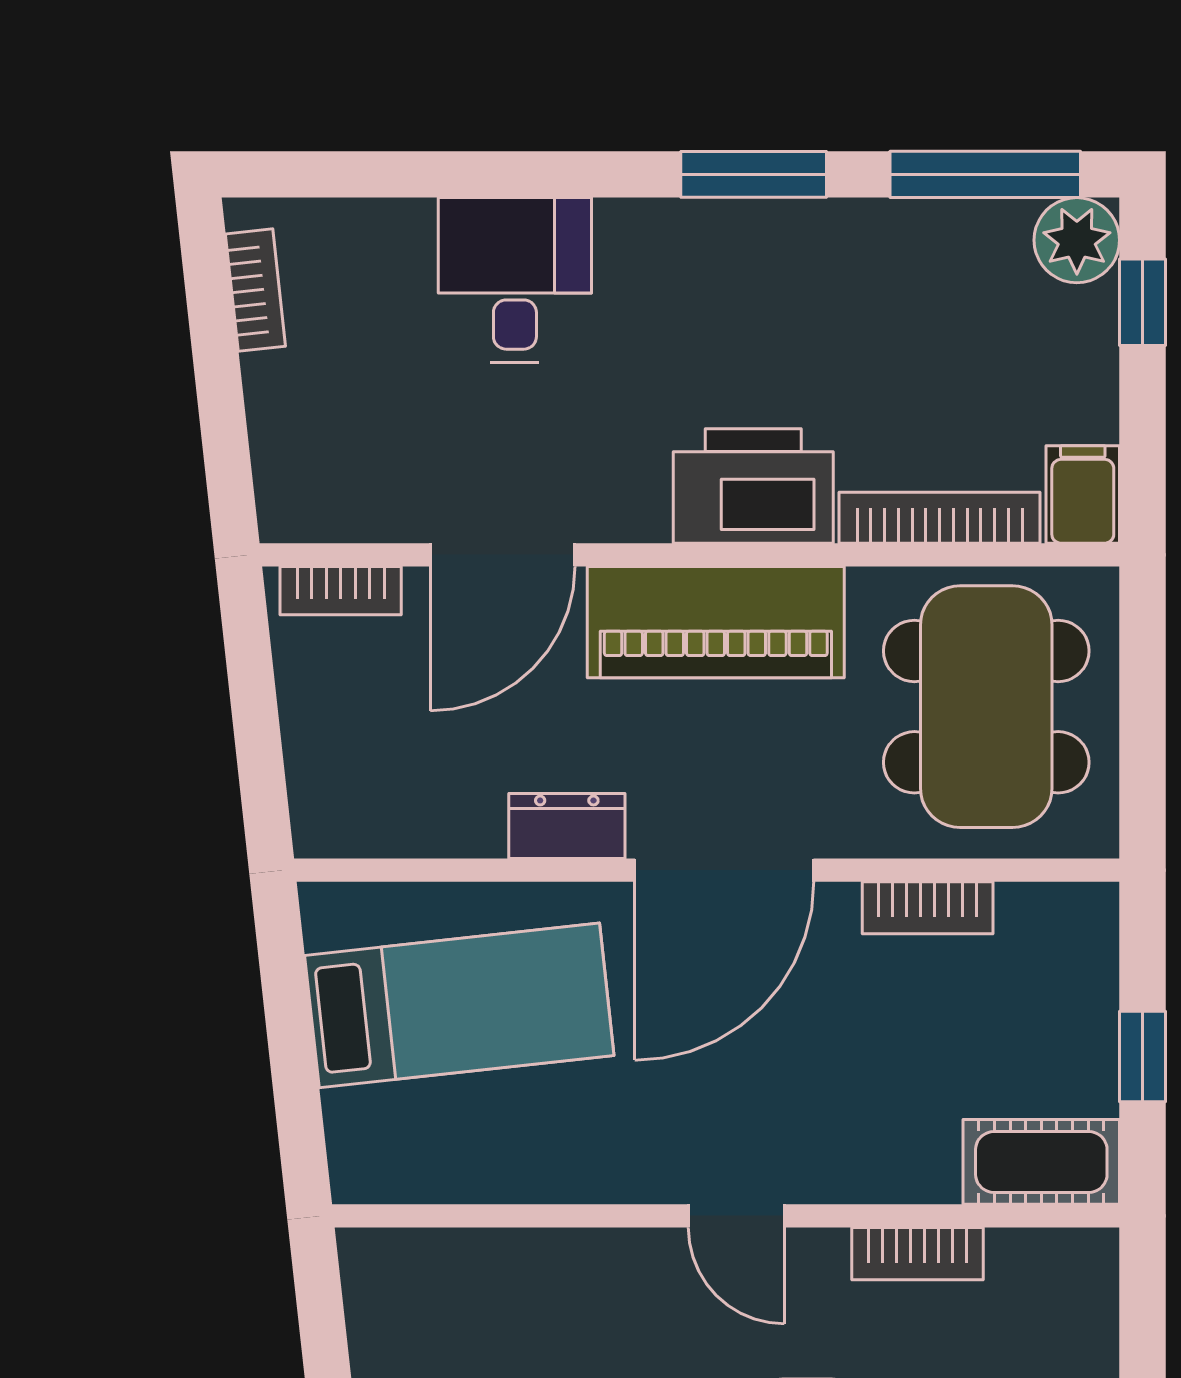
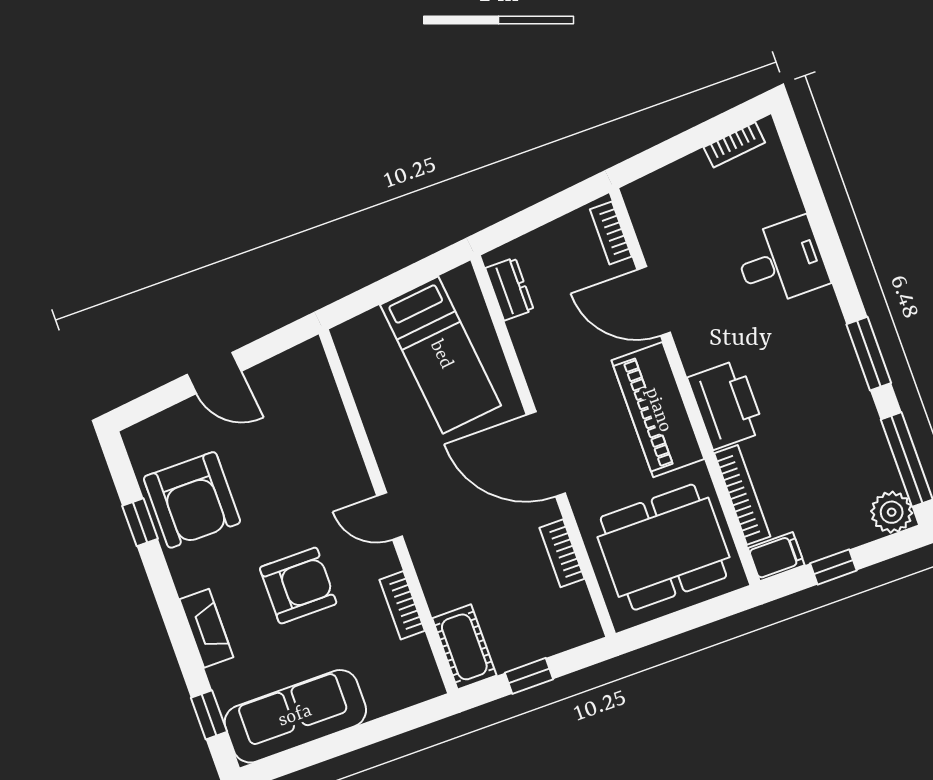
window: (1143, 302) -> (833, 567), moved
dresser: (567, 826) -> (510, 289), moved
door: (736, 1216) -> (390, 516), hinge flipped

